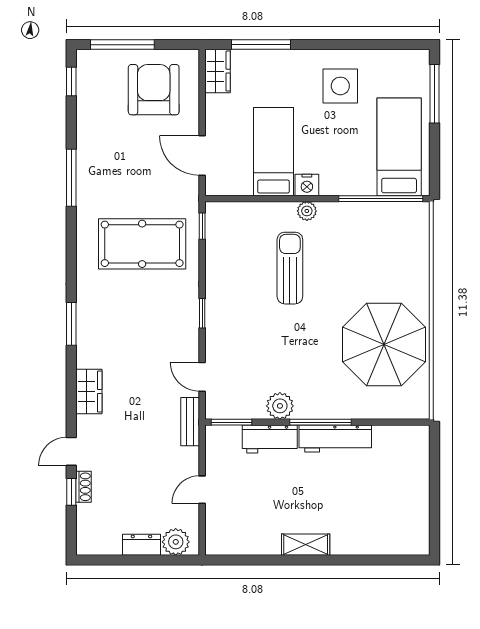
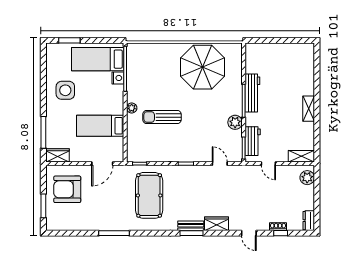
window: (122, 45) -> (43, 206), width x0.69
window: (71, 81) -> (63, 233), removed
window: (434, 94) -> (69, 40), width x0.69
nightstand: (307, 185) -> (118, 78), moved
door: (202, 377) -> (220, 164), swing flipped
wardrobe: (89, 392) -> (216, 224), moved
bench: (190, 422) -> (191, 226), moved
workbench: (270, 439) -> (253, 141), moved
door: (71, 451) -> (249, 233), moved
door: (202, 490) -> (268, 164), moved
shelving: (216, 531) -> (301, 156), added
dresser: (141, 545) -> (309, 221), moved

